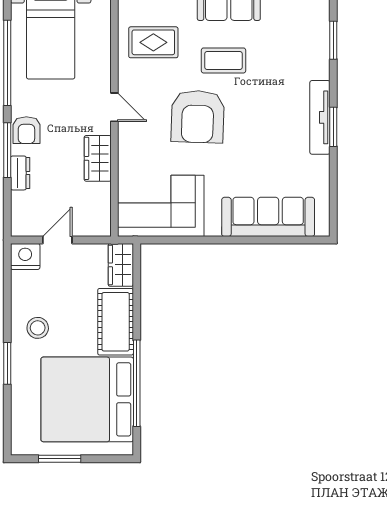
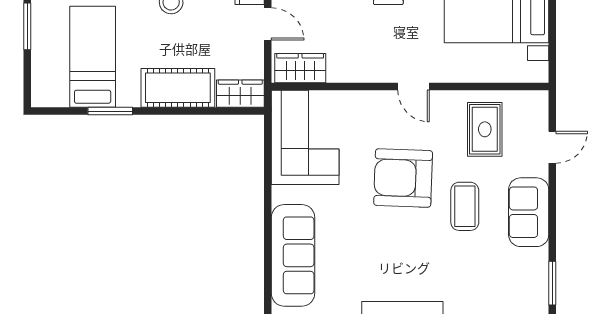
door: (114, 107) -> (414, 87), hinge flipped
wardrobe: (98, 158) -> (300, 68), moved
window: (137, 383) -> (110, 111), width x0.47
bed: (87, 399) -> (93, 57), width x0.49

